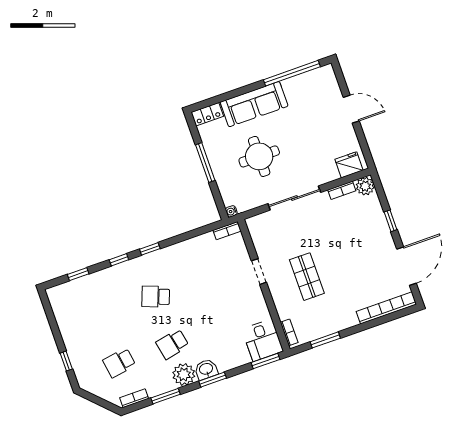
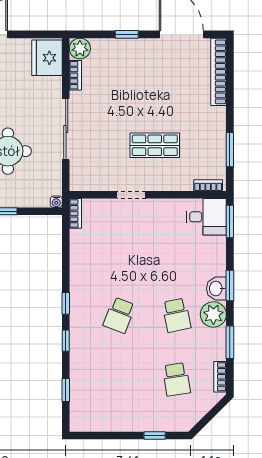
fridge: (349, 165) -> (47, 58), width x1.36, depth x1.34

